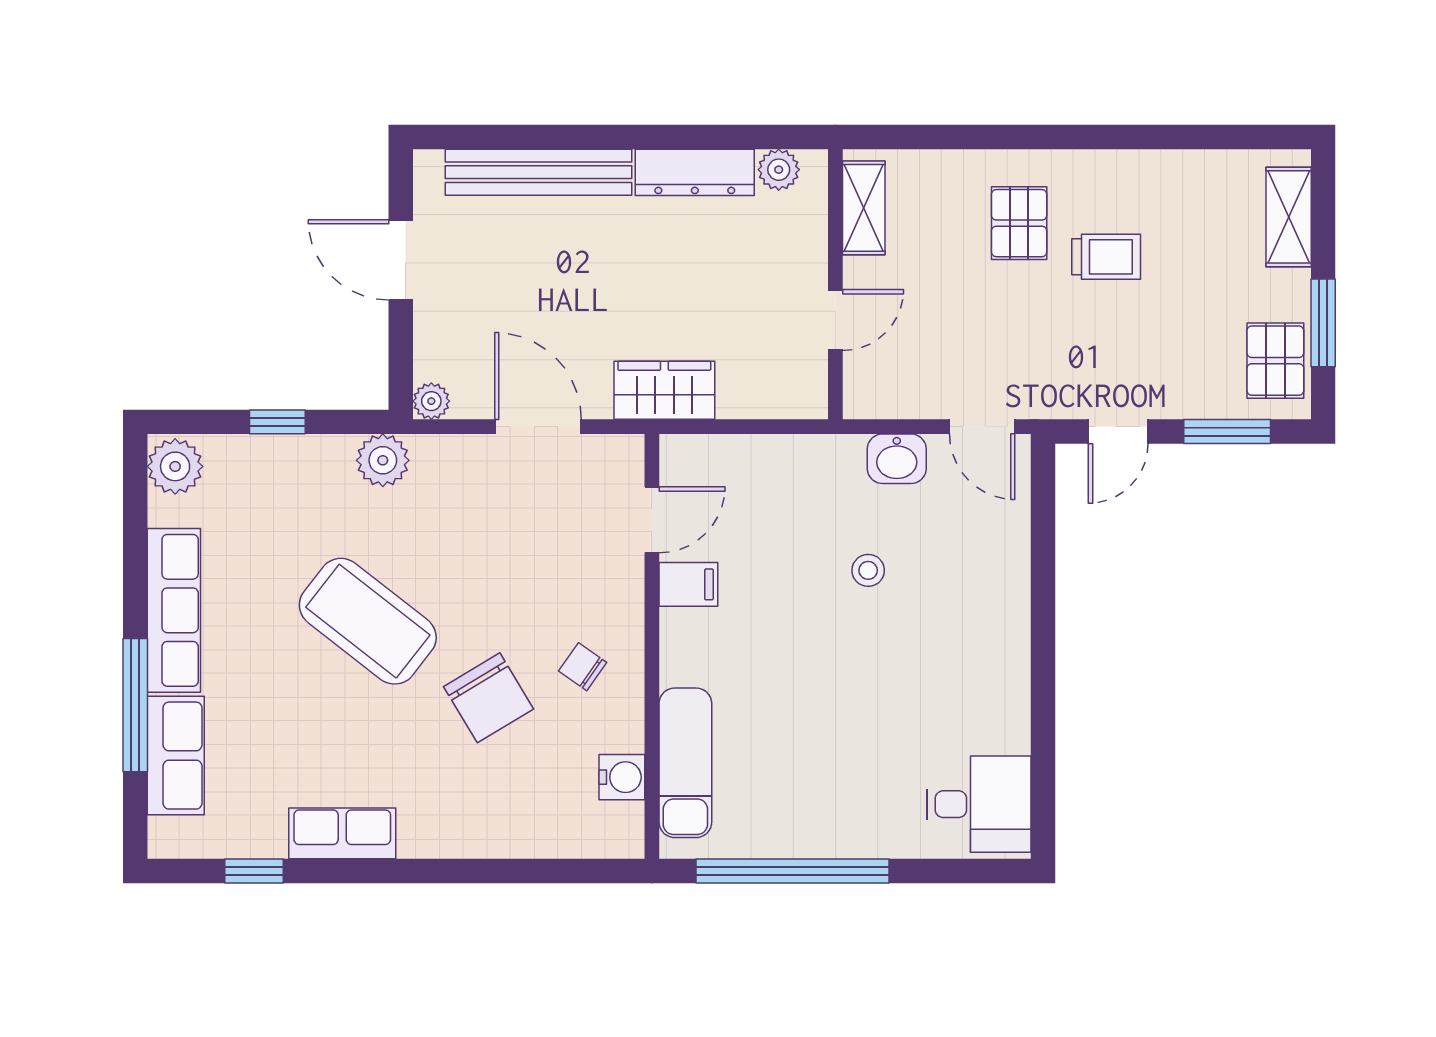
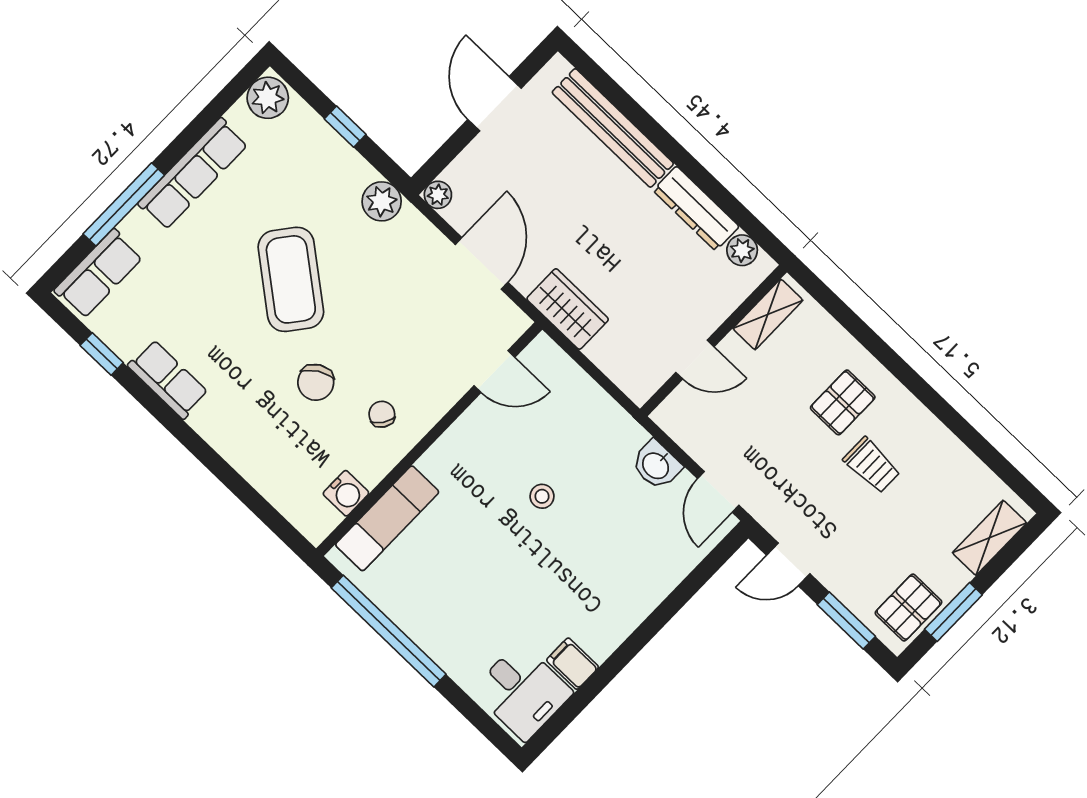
stool: (868, 570) -> (542, 496), moved
filing cabinet: (688, 584) -> (573, 664), moved, turned 180
chair: (489, 698) -> (316, 382), width x0.73, depth x0.73
row of seats: (176, 756) -> (99, 274), moved

